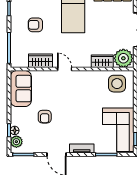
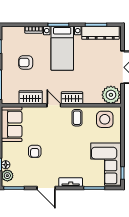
wardrobe: (102, 61) -> (72, 98), moved
coffee table: (88, 82) -> (77, 118), added

